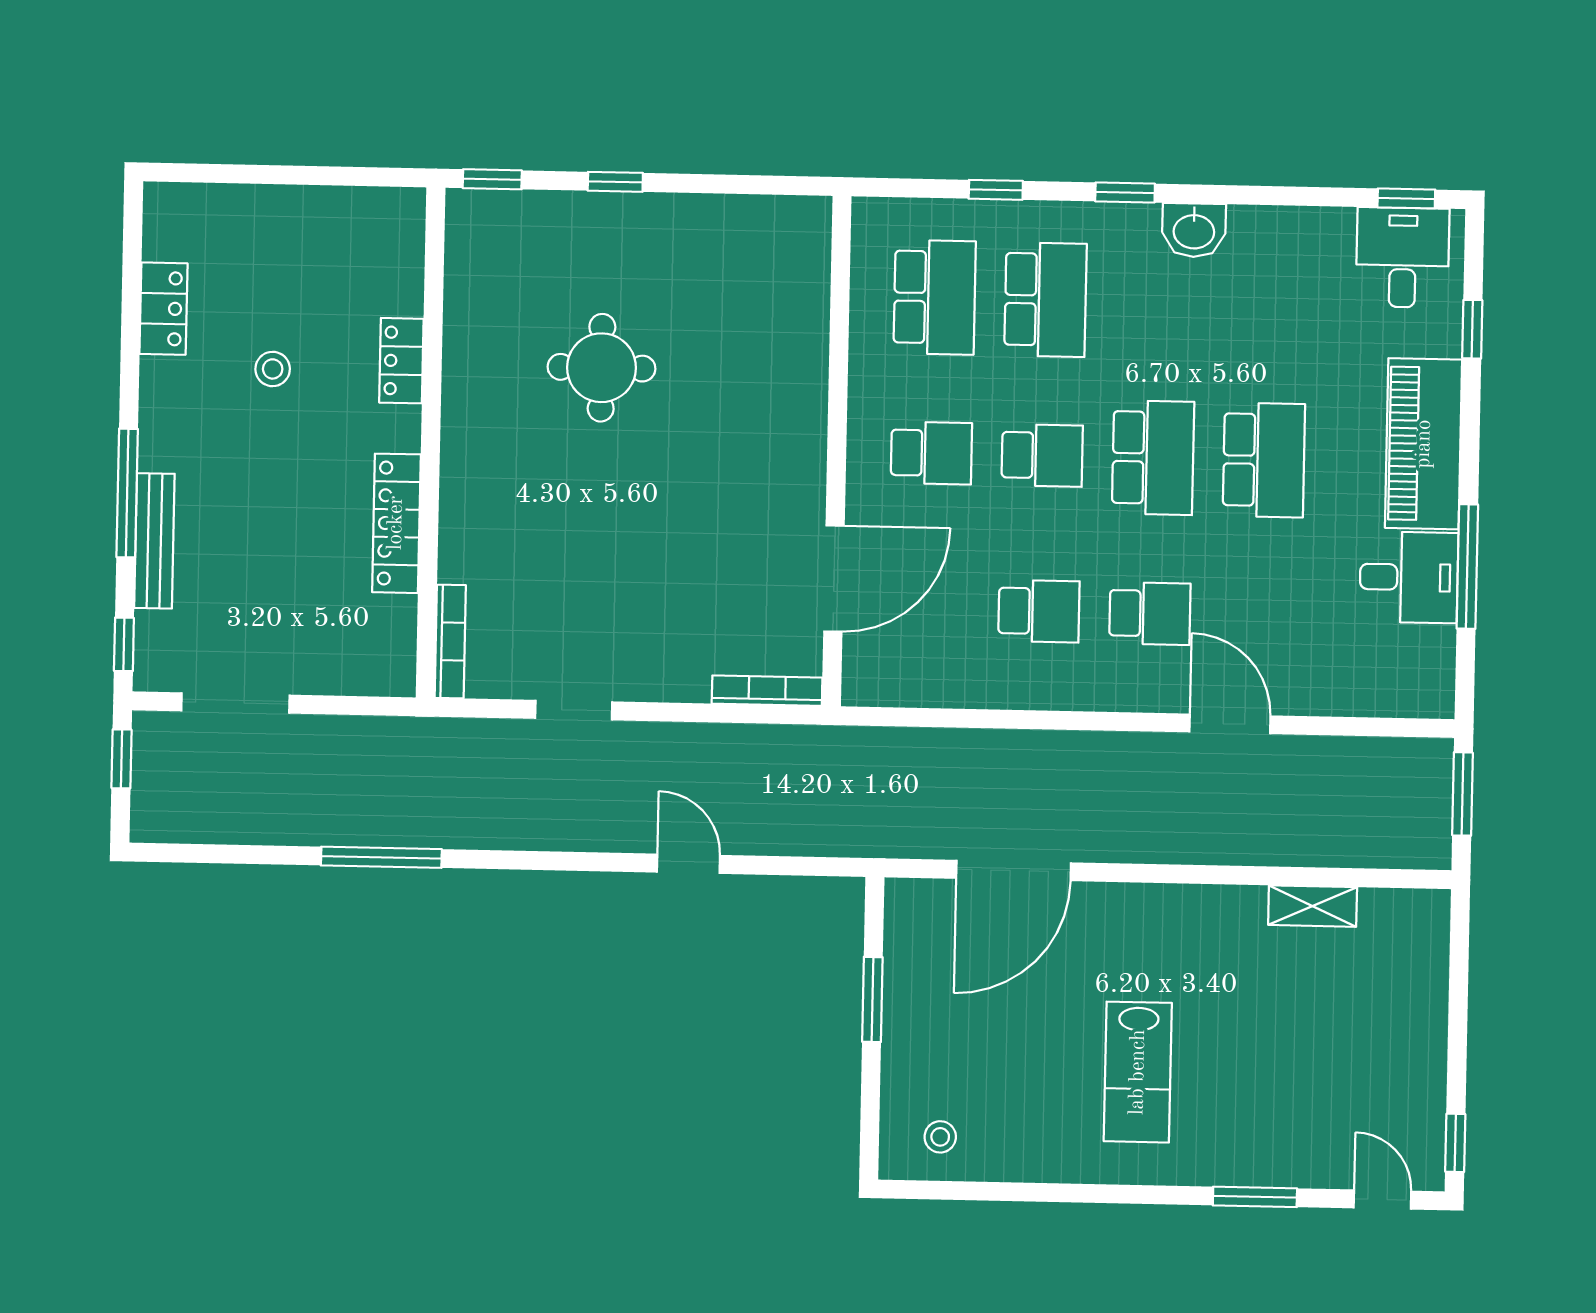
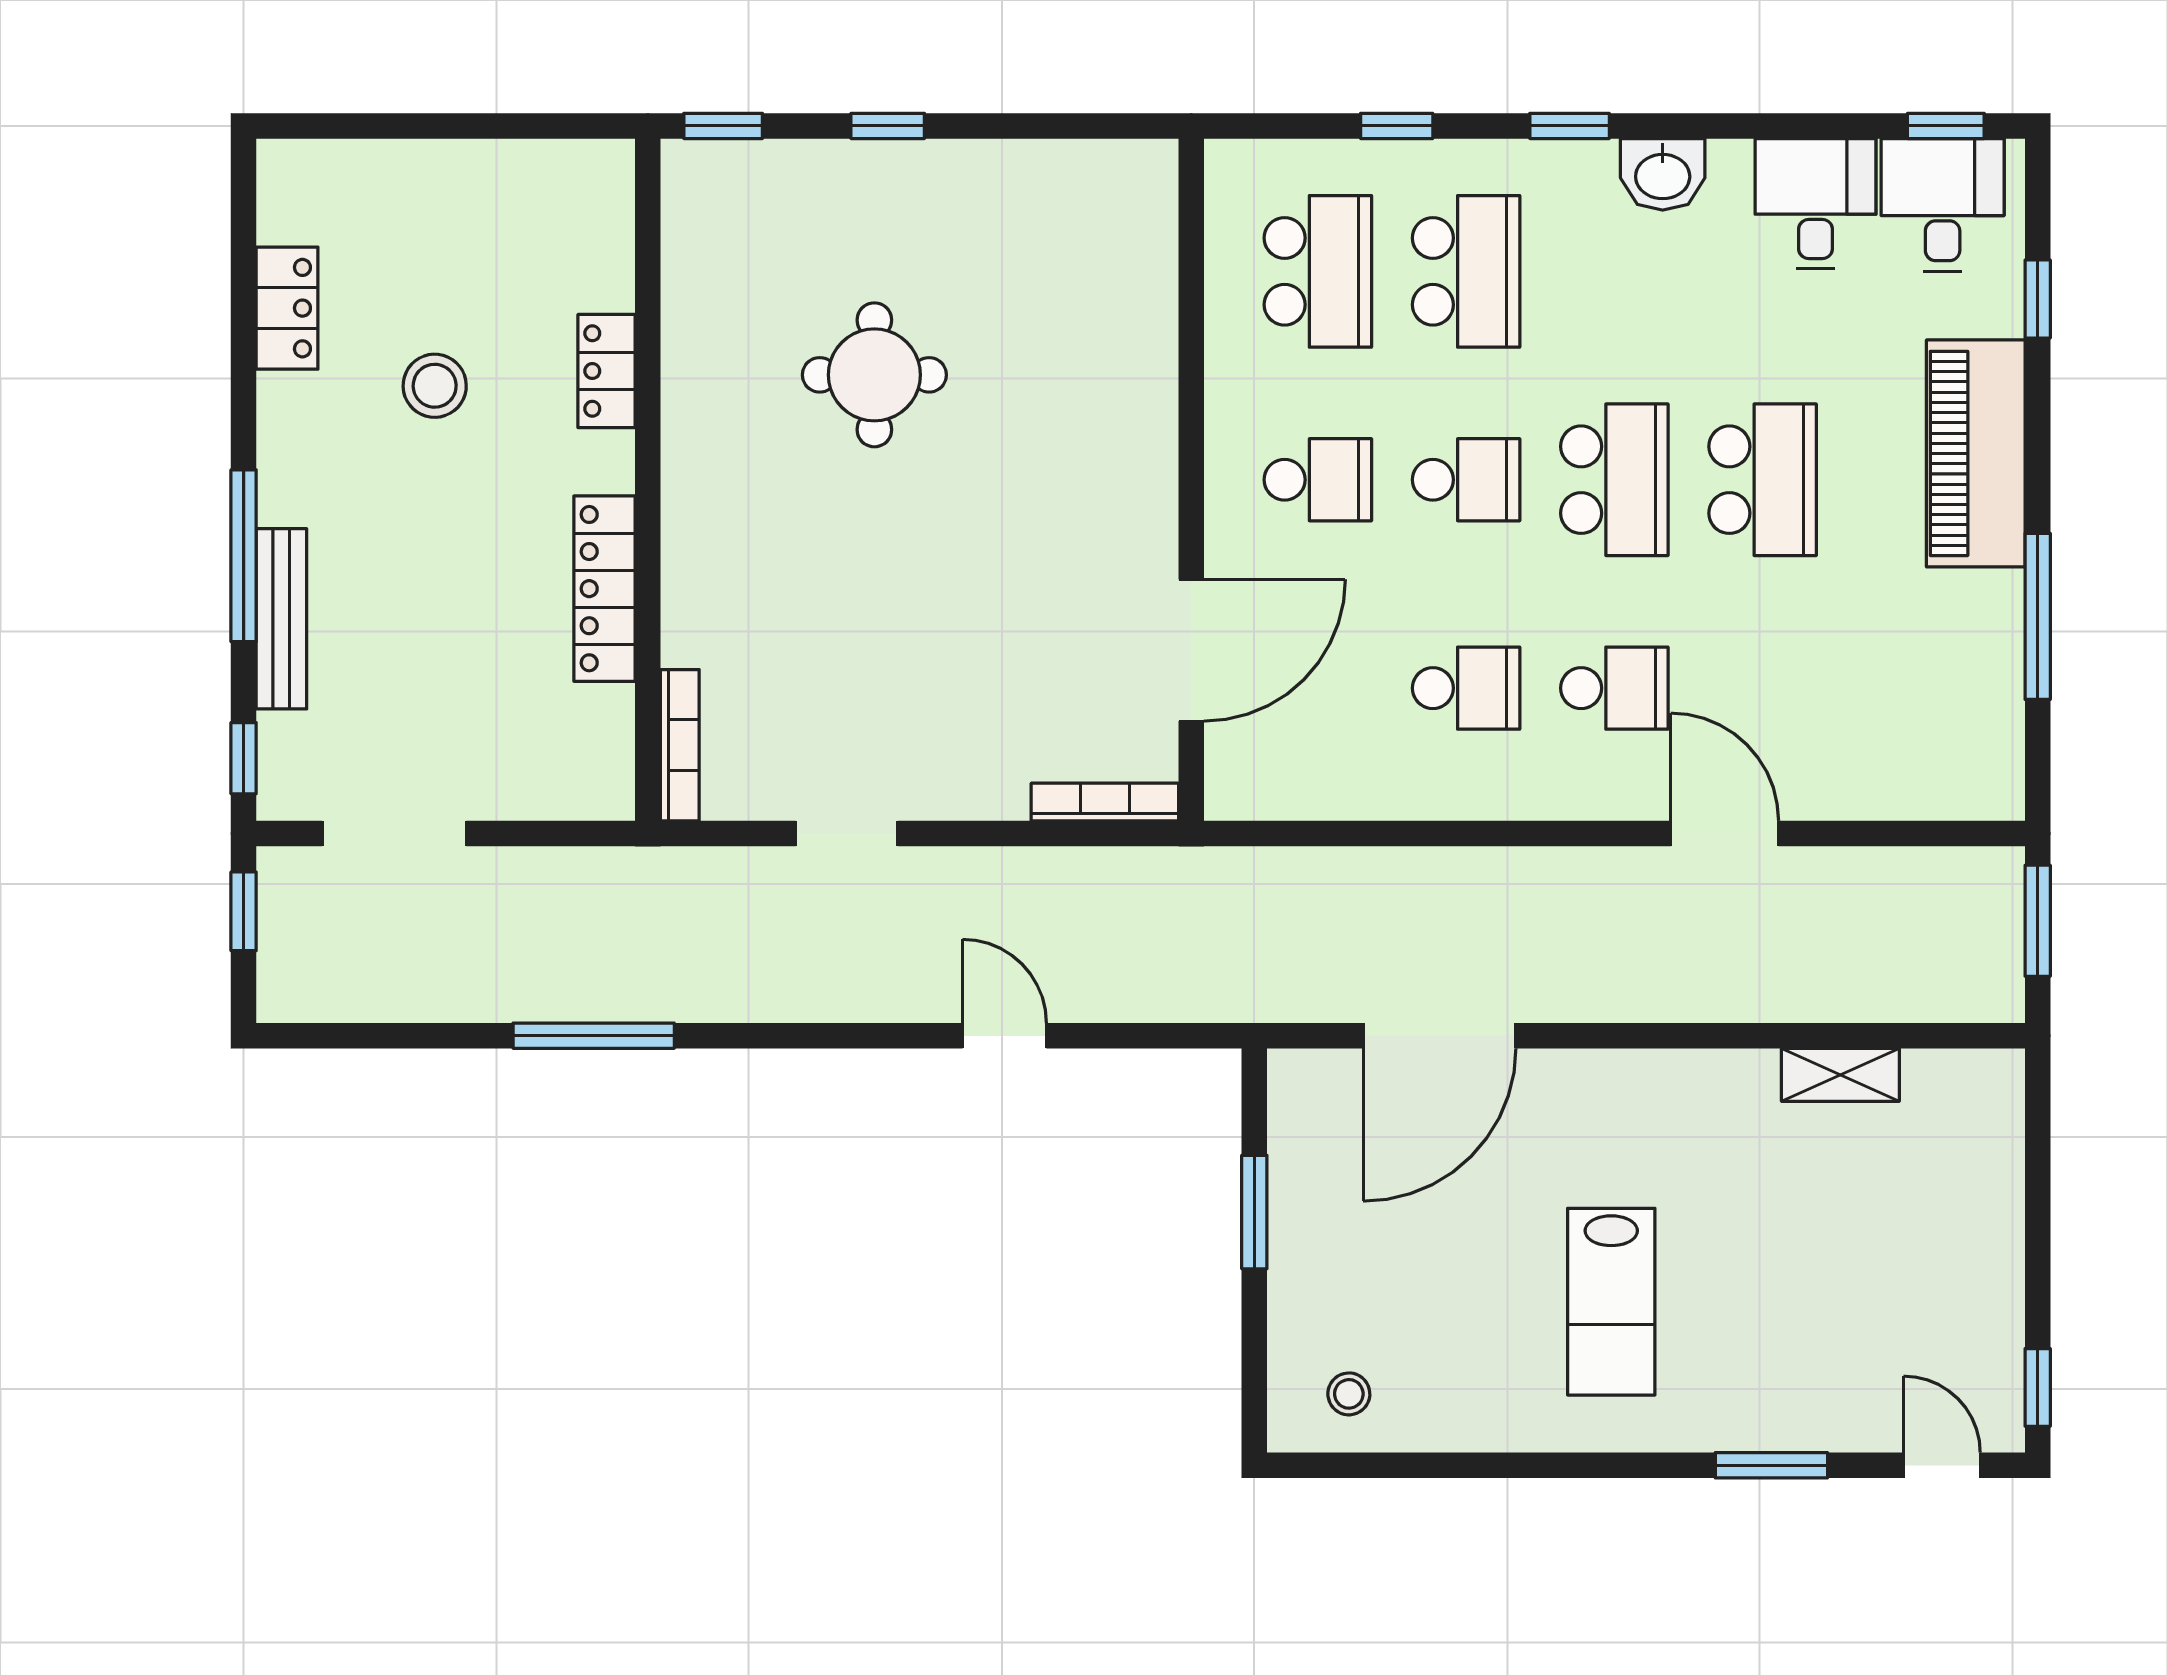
stool: (273, 369) -> (435, 386), width x1.37, depth x1.37
desk: (1409, 577) -> (1816, 204), moved, turned -90

